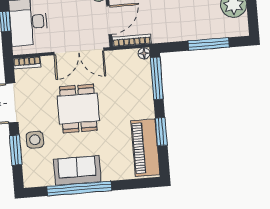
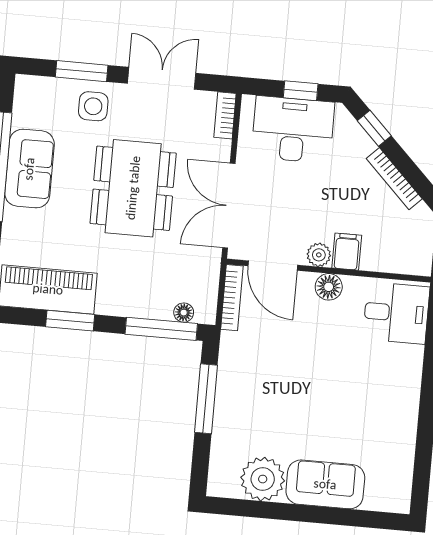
window: (209, 44) -> (206, 399), moved
floor lamp: (144, 53) -> (184, 313), moved
dining table: (78, 109) -> (133, 188), width x1.38

